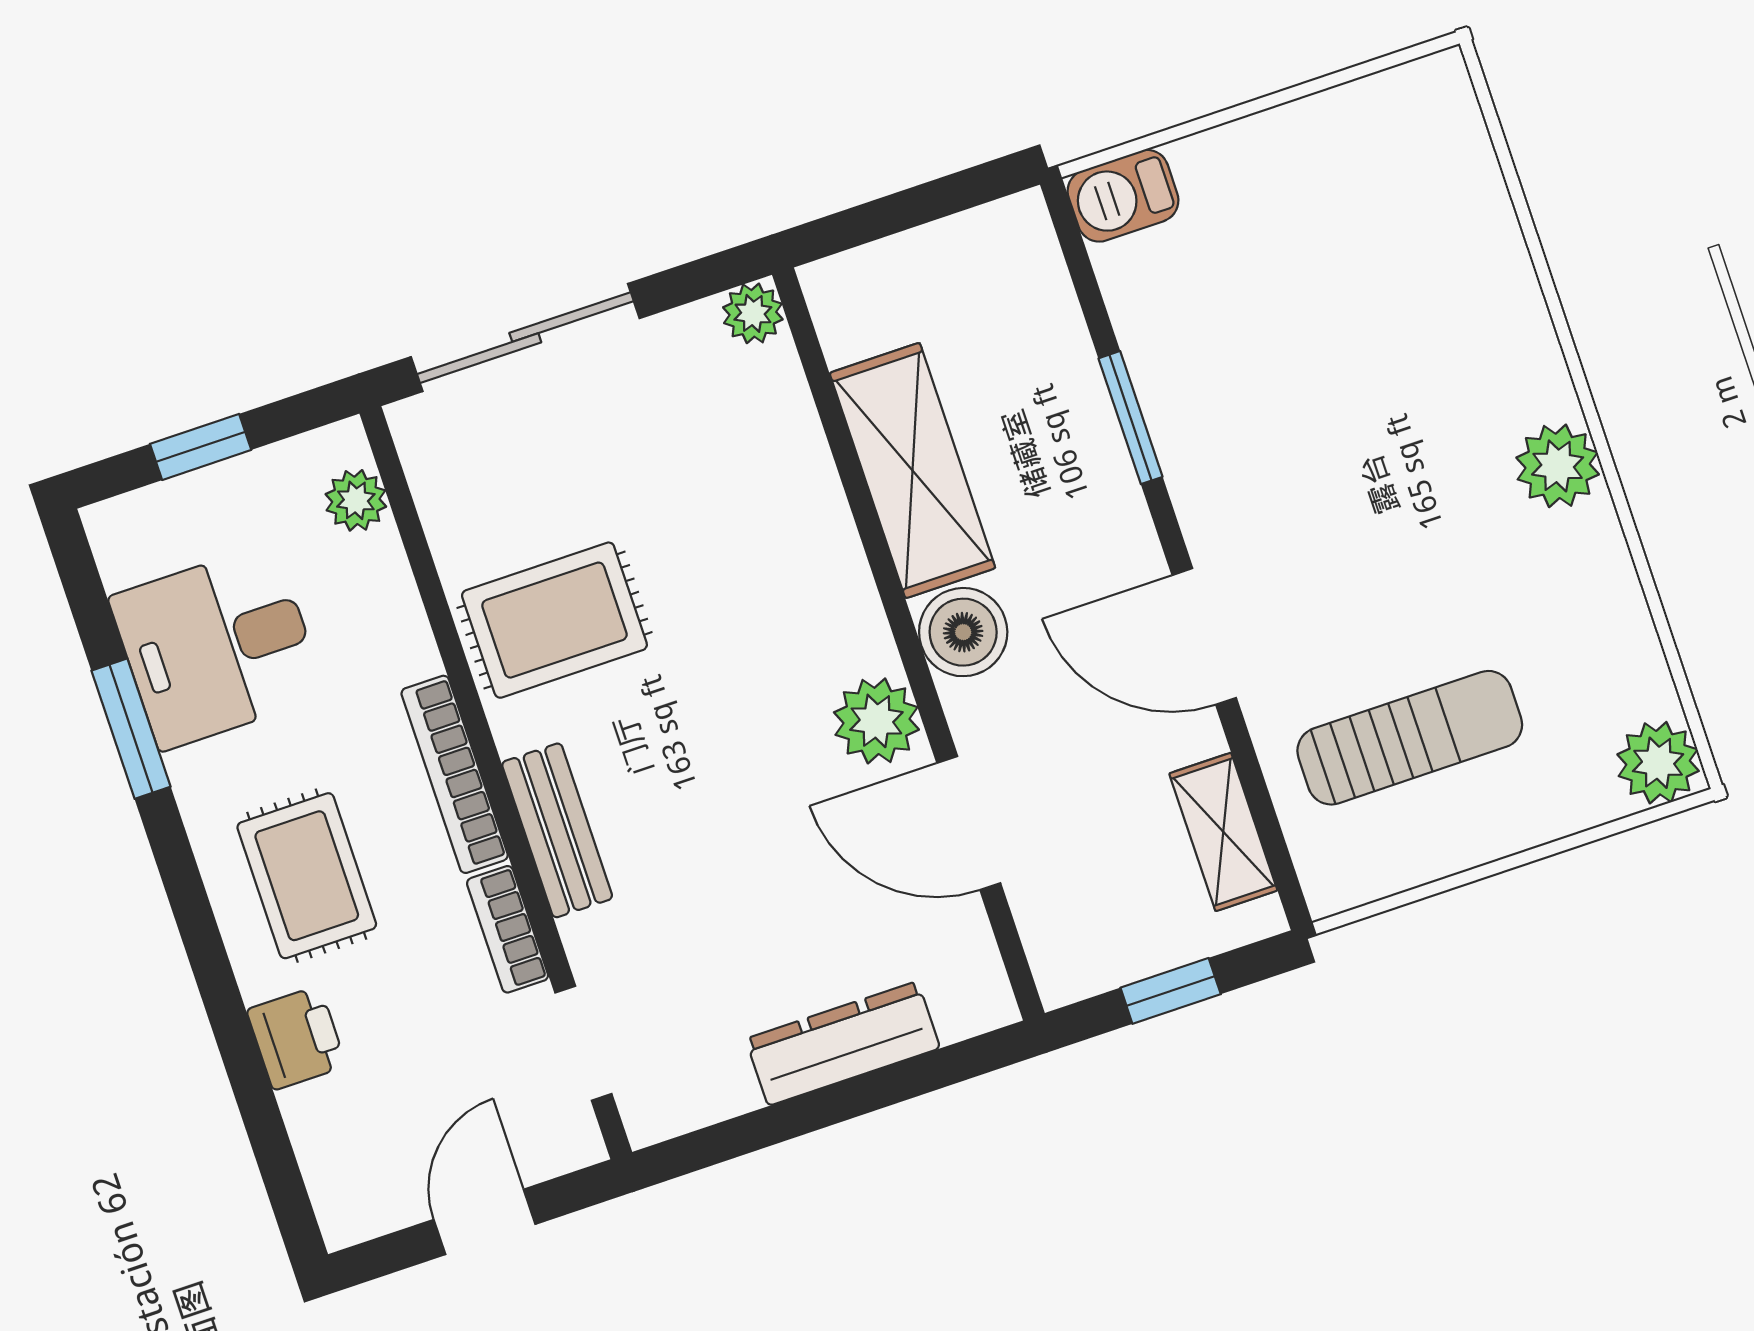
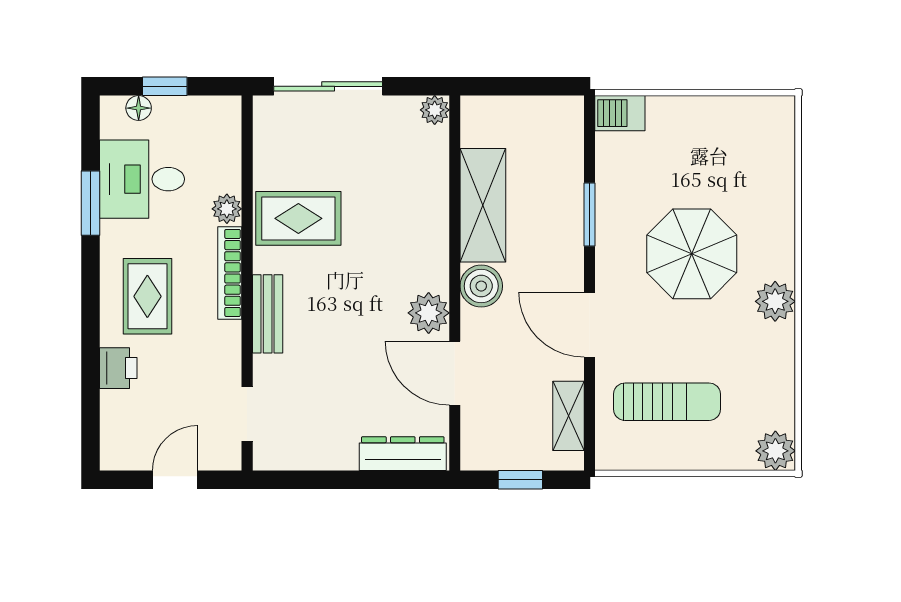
parasol: (1360, 427) -> (692, 254), added
plant: (356, 500) -> (227, 209), moved
floor lamp: (163, 508) -> (139, 108), added
bookcase: (508, 929) -> (230, 351), removed
dresser: (843, 1043) -> (403, 454), moved

